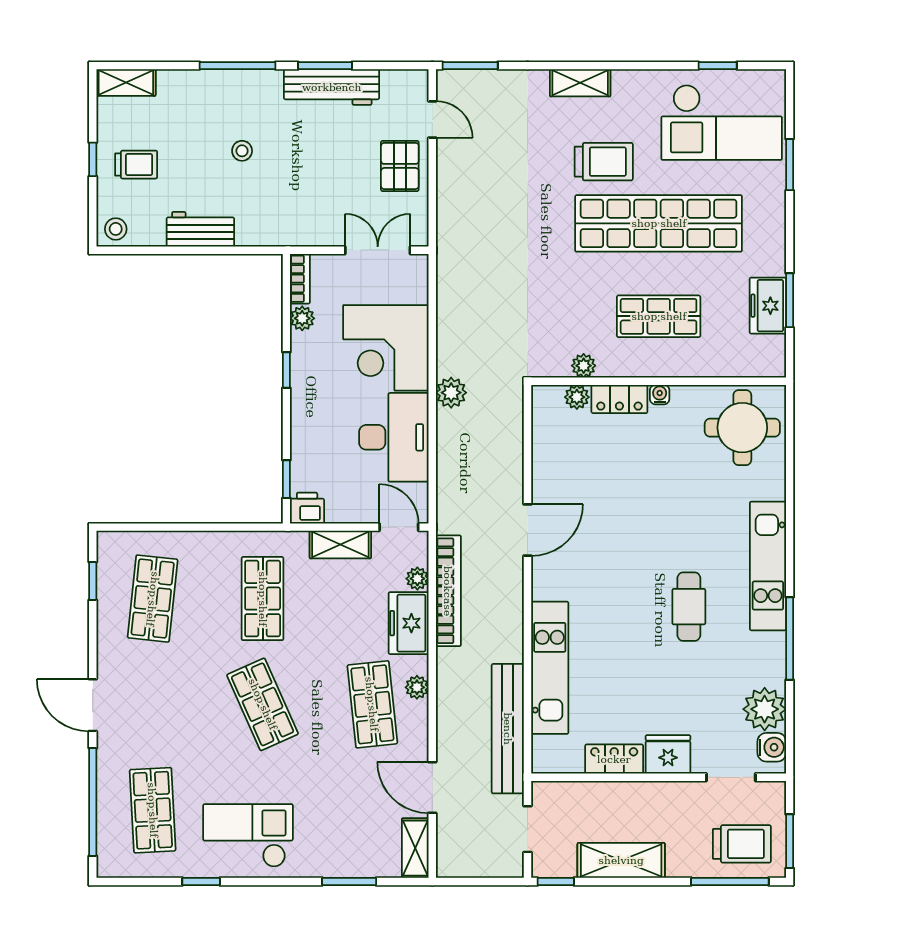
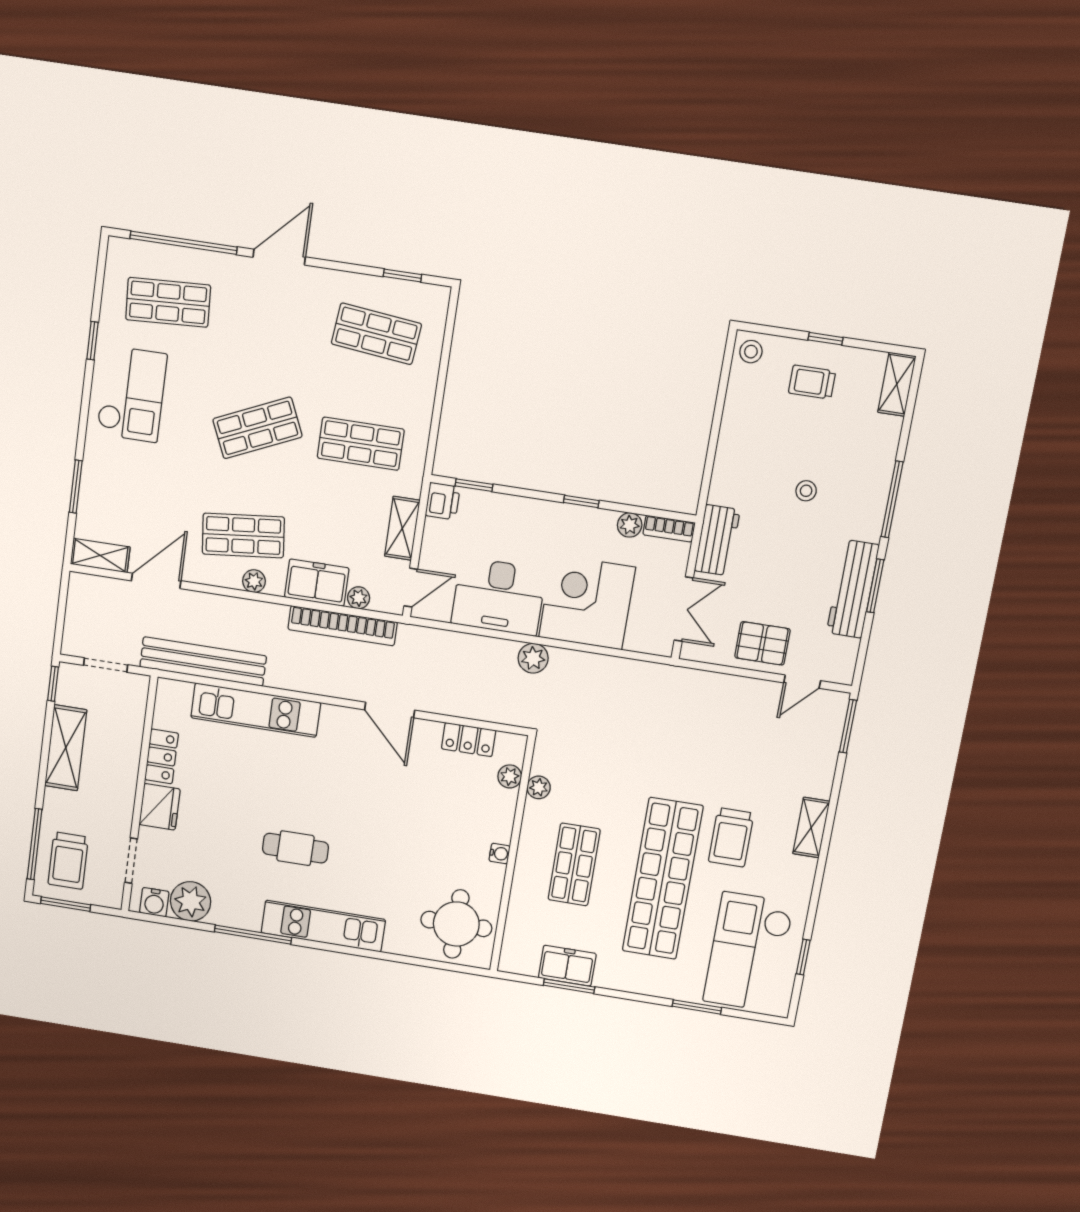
trolley: (136, 165) -> (812, 382), turned 90
workbench: (200, 229) -> (717, 540), moved
locker: (619, 399) -> (469, 740), moved, turned -90

